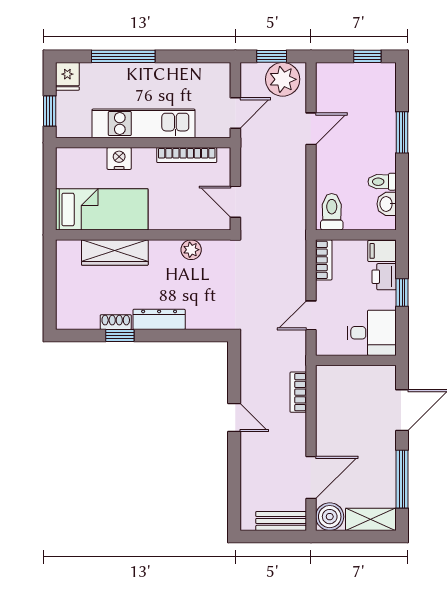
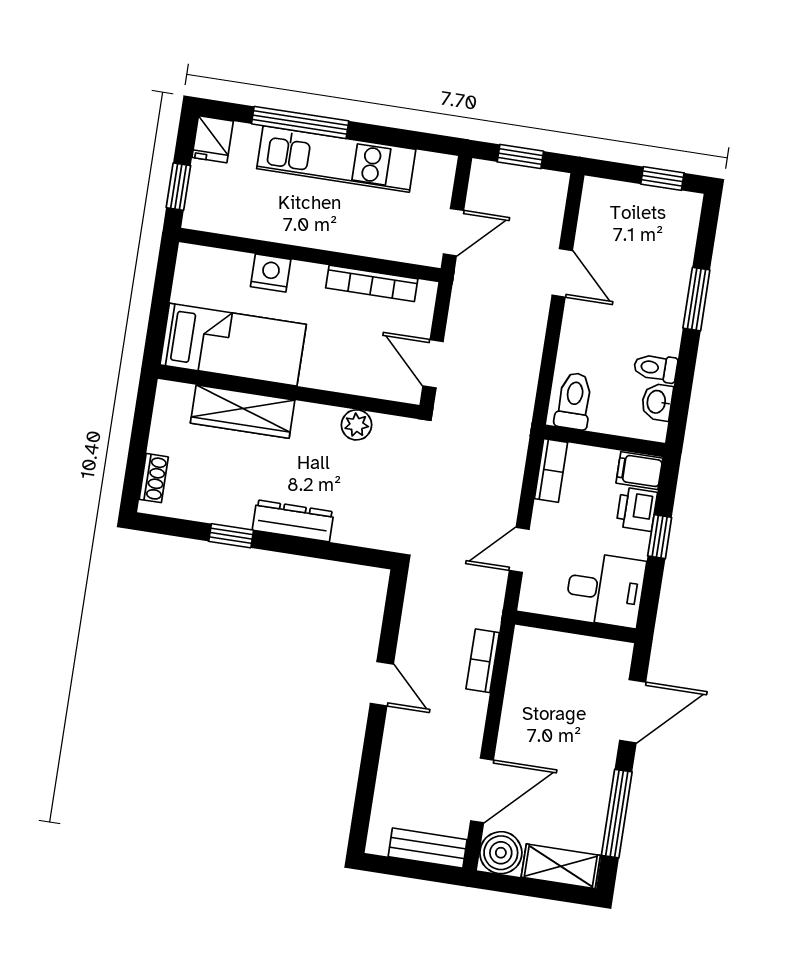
plant: (283, 79) -> (531, 193), removed
kitchen unit: (143, 123) -> (336, 159), moved, turned 180
door: (311, 129) -> (562, 273), hinge flipped
shoe rack: (116, 322) -> (154, 478), moved, turned 90

